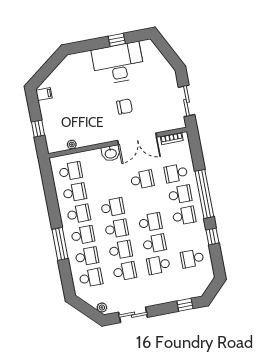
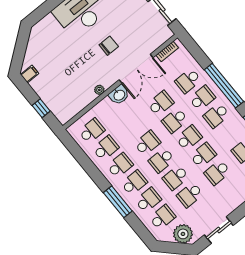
plant: (72, 145) -> (99, 90), moved
school desk: (146, 201) -> (175, 121), added
school desk: (184, 216) -> (216, 115), turned 180
school desk: (117, 229) -> (161, 160), turned 180
school desk: (121, 250) -> (176, 178), turned 180
school desk: (125, 271) -> (190, 195), turned 180
plant: (102, 308) -> (183, 234), width x1.88, depth x1.88

